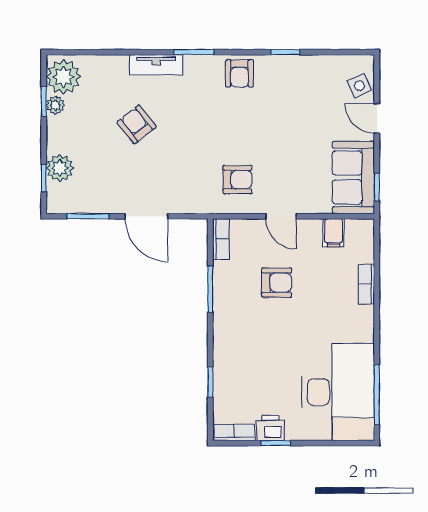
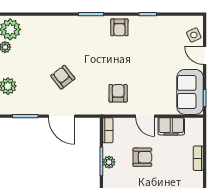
tv unit: (156, 65) -> (68, 22), removed
armchair: (137, 124) -> (63, 77), moved
armchair: (237, 180) -> (118, 93), turned -90
filing cabinet: (334, 233) -> (171, 126), width x2.00
plant: (223, 290) -> (109, 162), added

